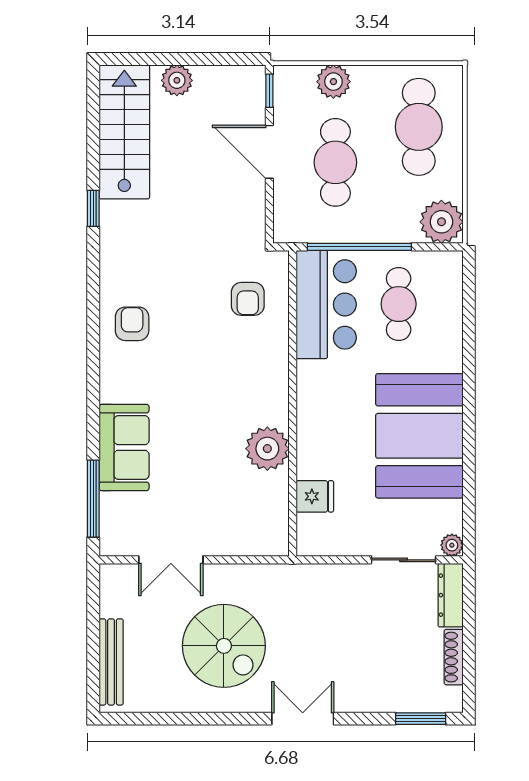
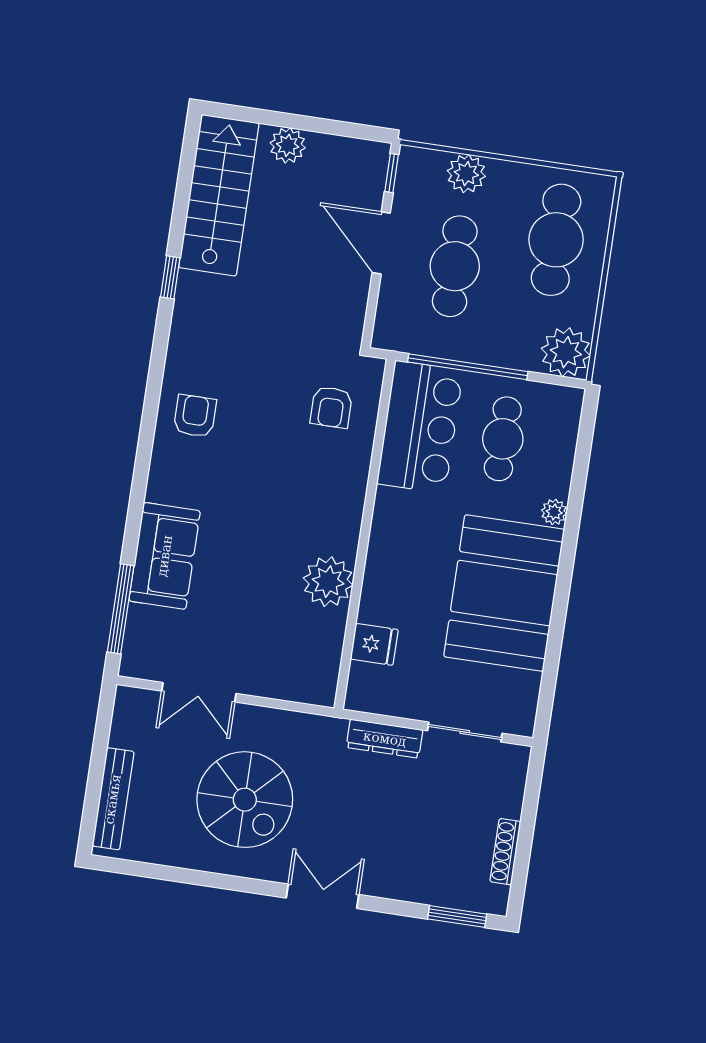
plant: (452, 545) -> (554, 512), moved
dresser: (451, 595) -> (385, 739), moved, turned -90

